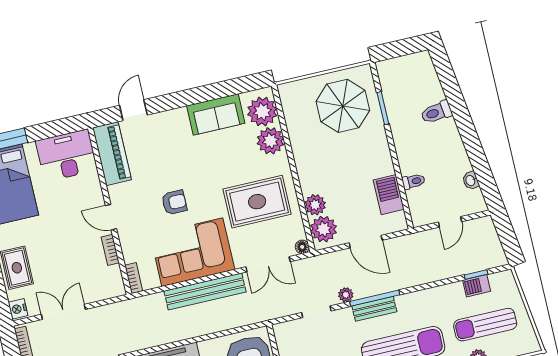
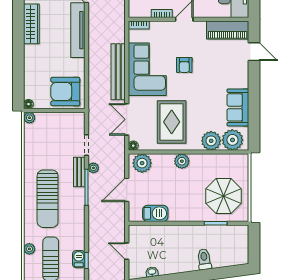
toilet: (413, 181) -> (160, 232), removed
plant: (315, 205) -> (182, 161), moved
bench: (374, 309) -> (79, 172), moved

